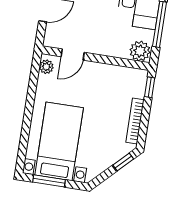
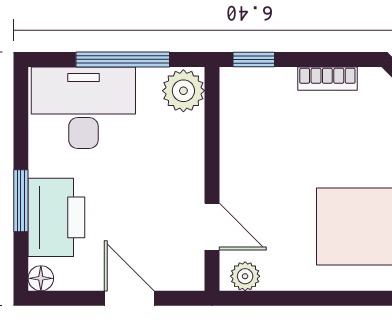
bookcase: (135, 121) -> (327, 79), width x0.64

